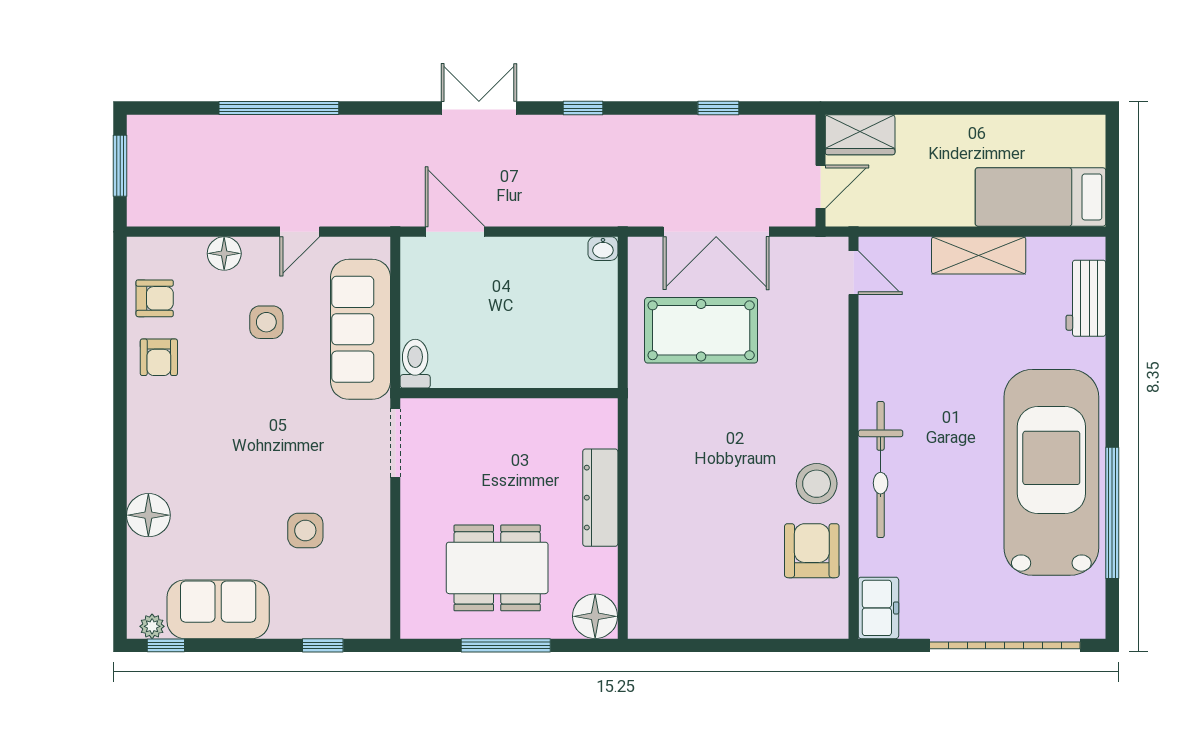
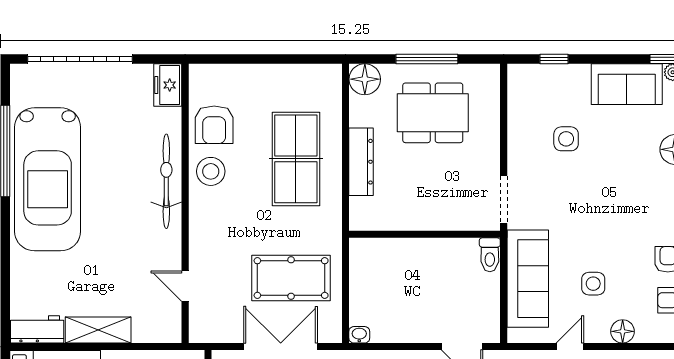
door: (853, 273) -> (185, 286), moved
workbench: (1086, 298) -> (37, 329), moved, turned -90
table tennis table: (694, 502) -> (296, 159), added

